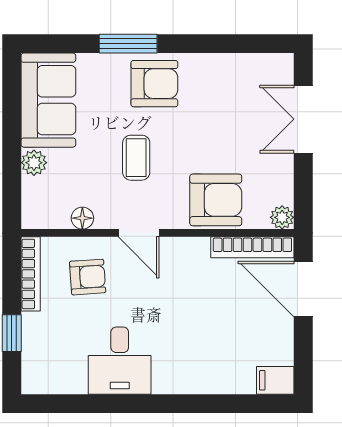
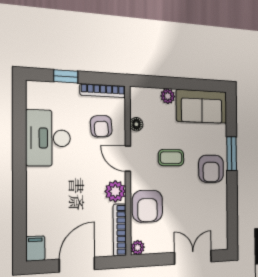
door: (139, 233) -> (128, 159), hinge flipped
plant: (191, 254) -> (115, 191), added
door: (303, 289) -> (77, 264), moved
desk: (120, 361) -> (48, 138), width x1.37

